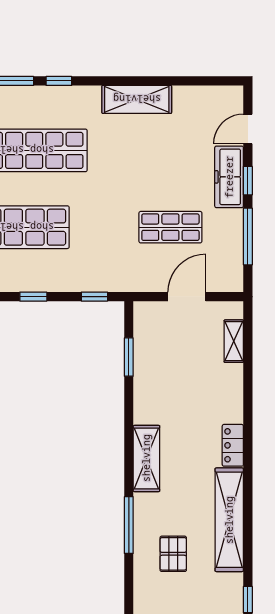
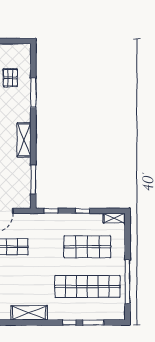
window: (129, 357) -> (33, 180), width x1.44
shelving: (146, 458) -> (24, 140), moved

